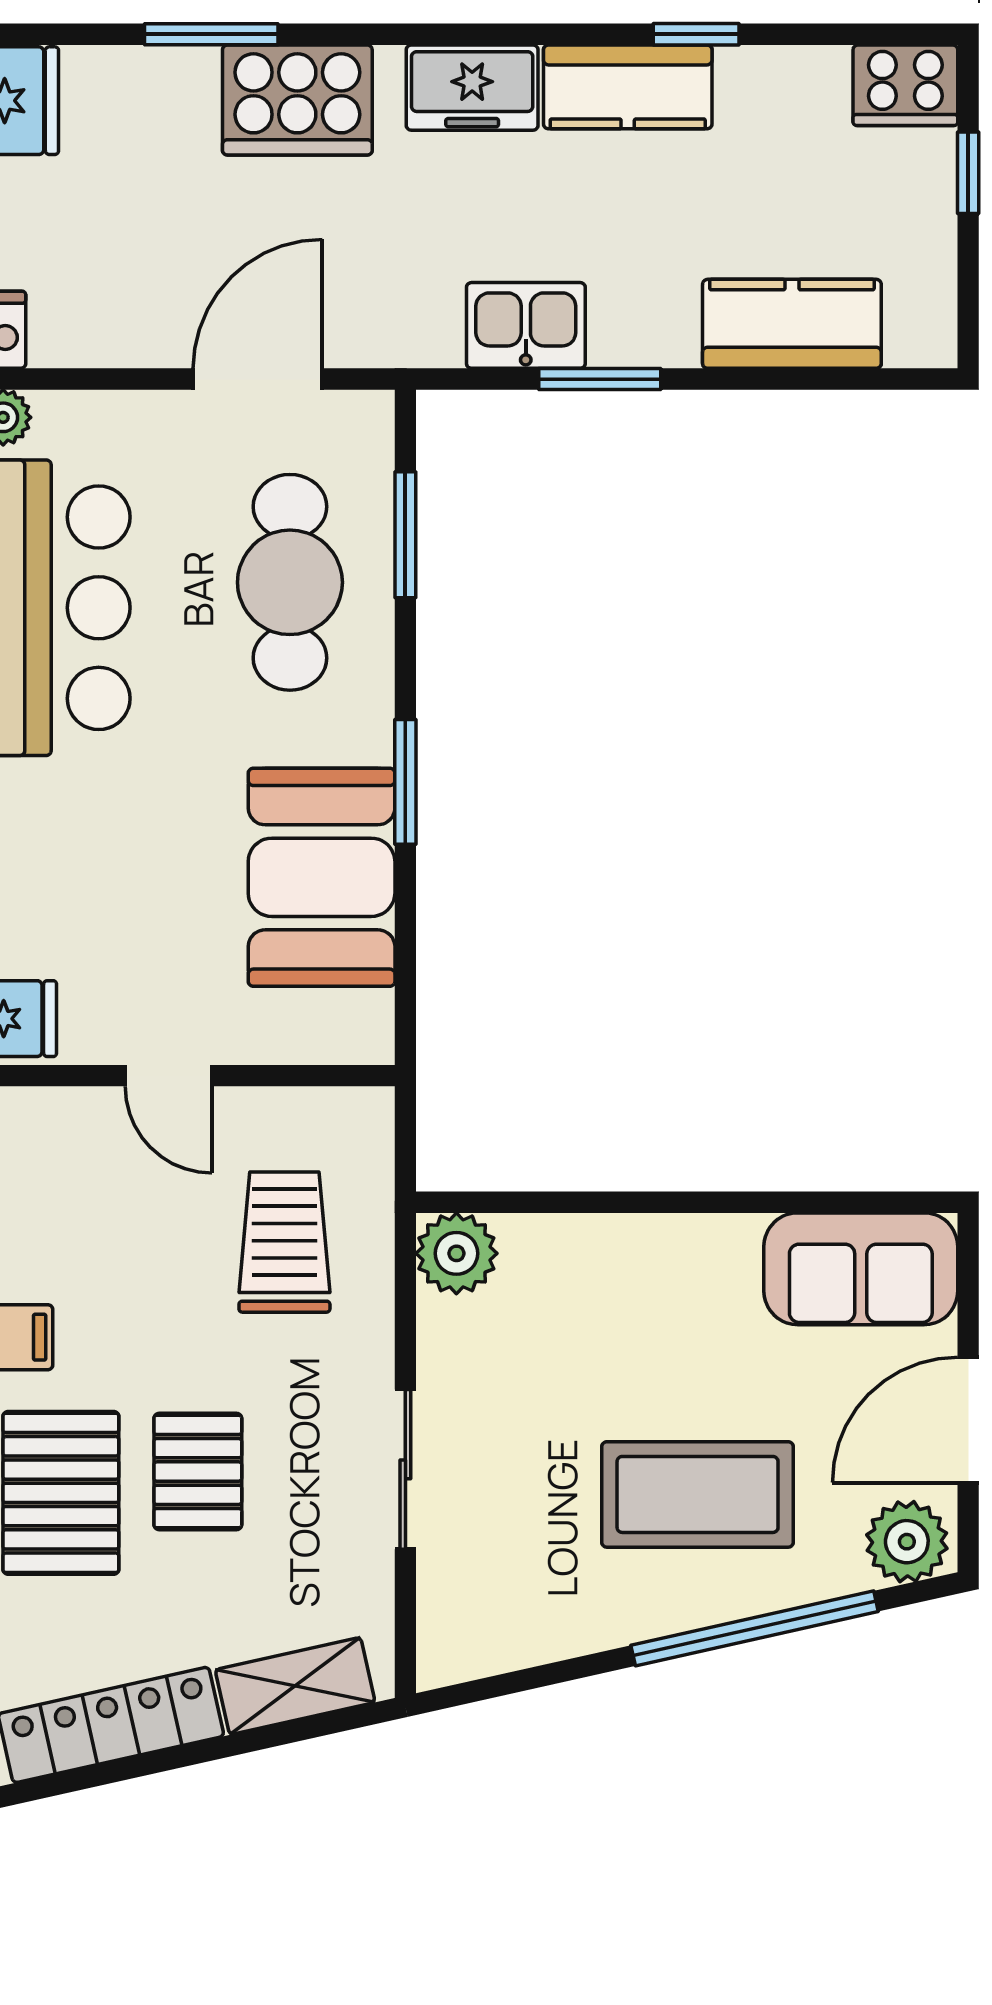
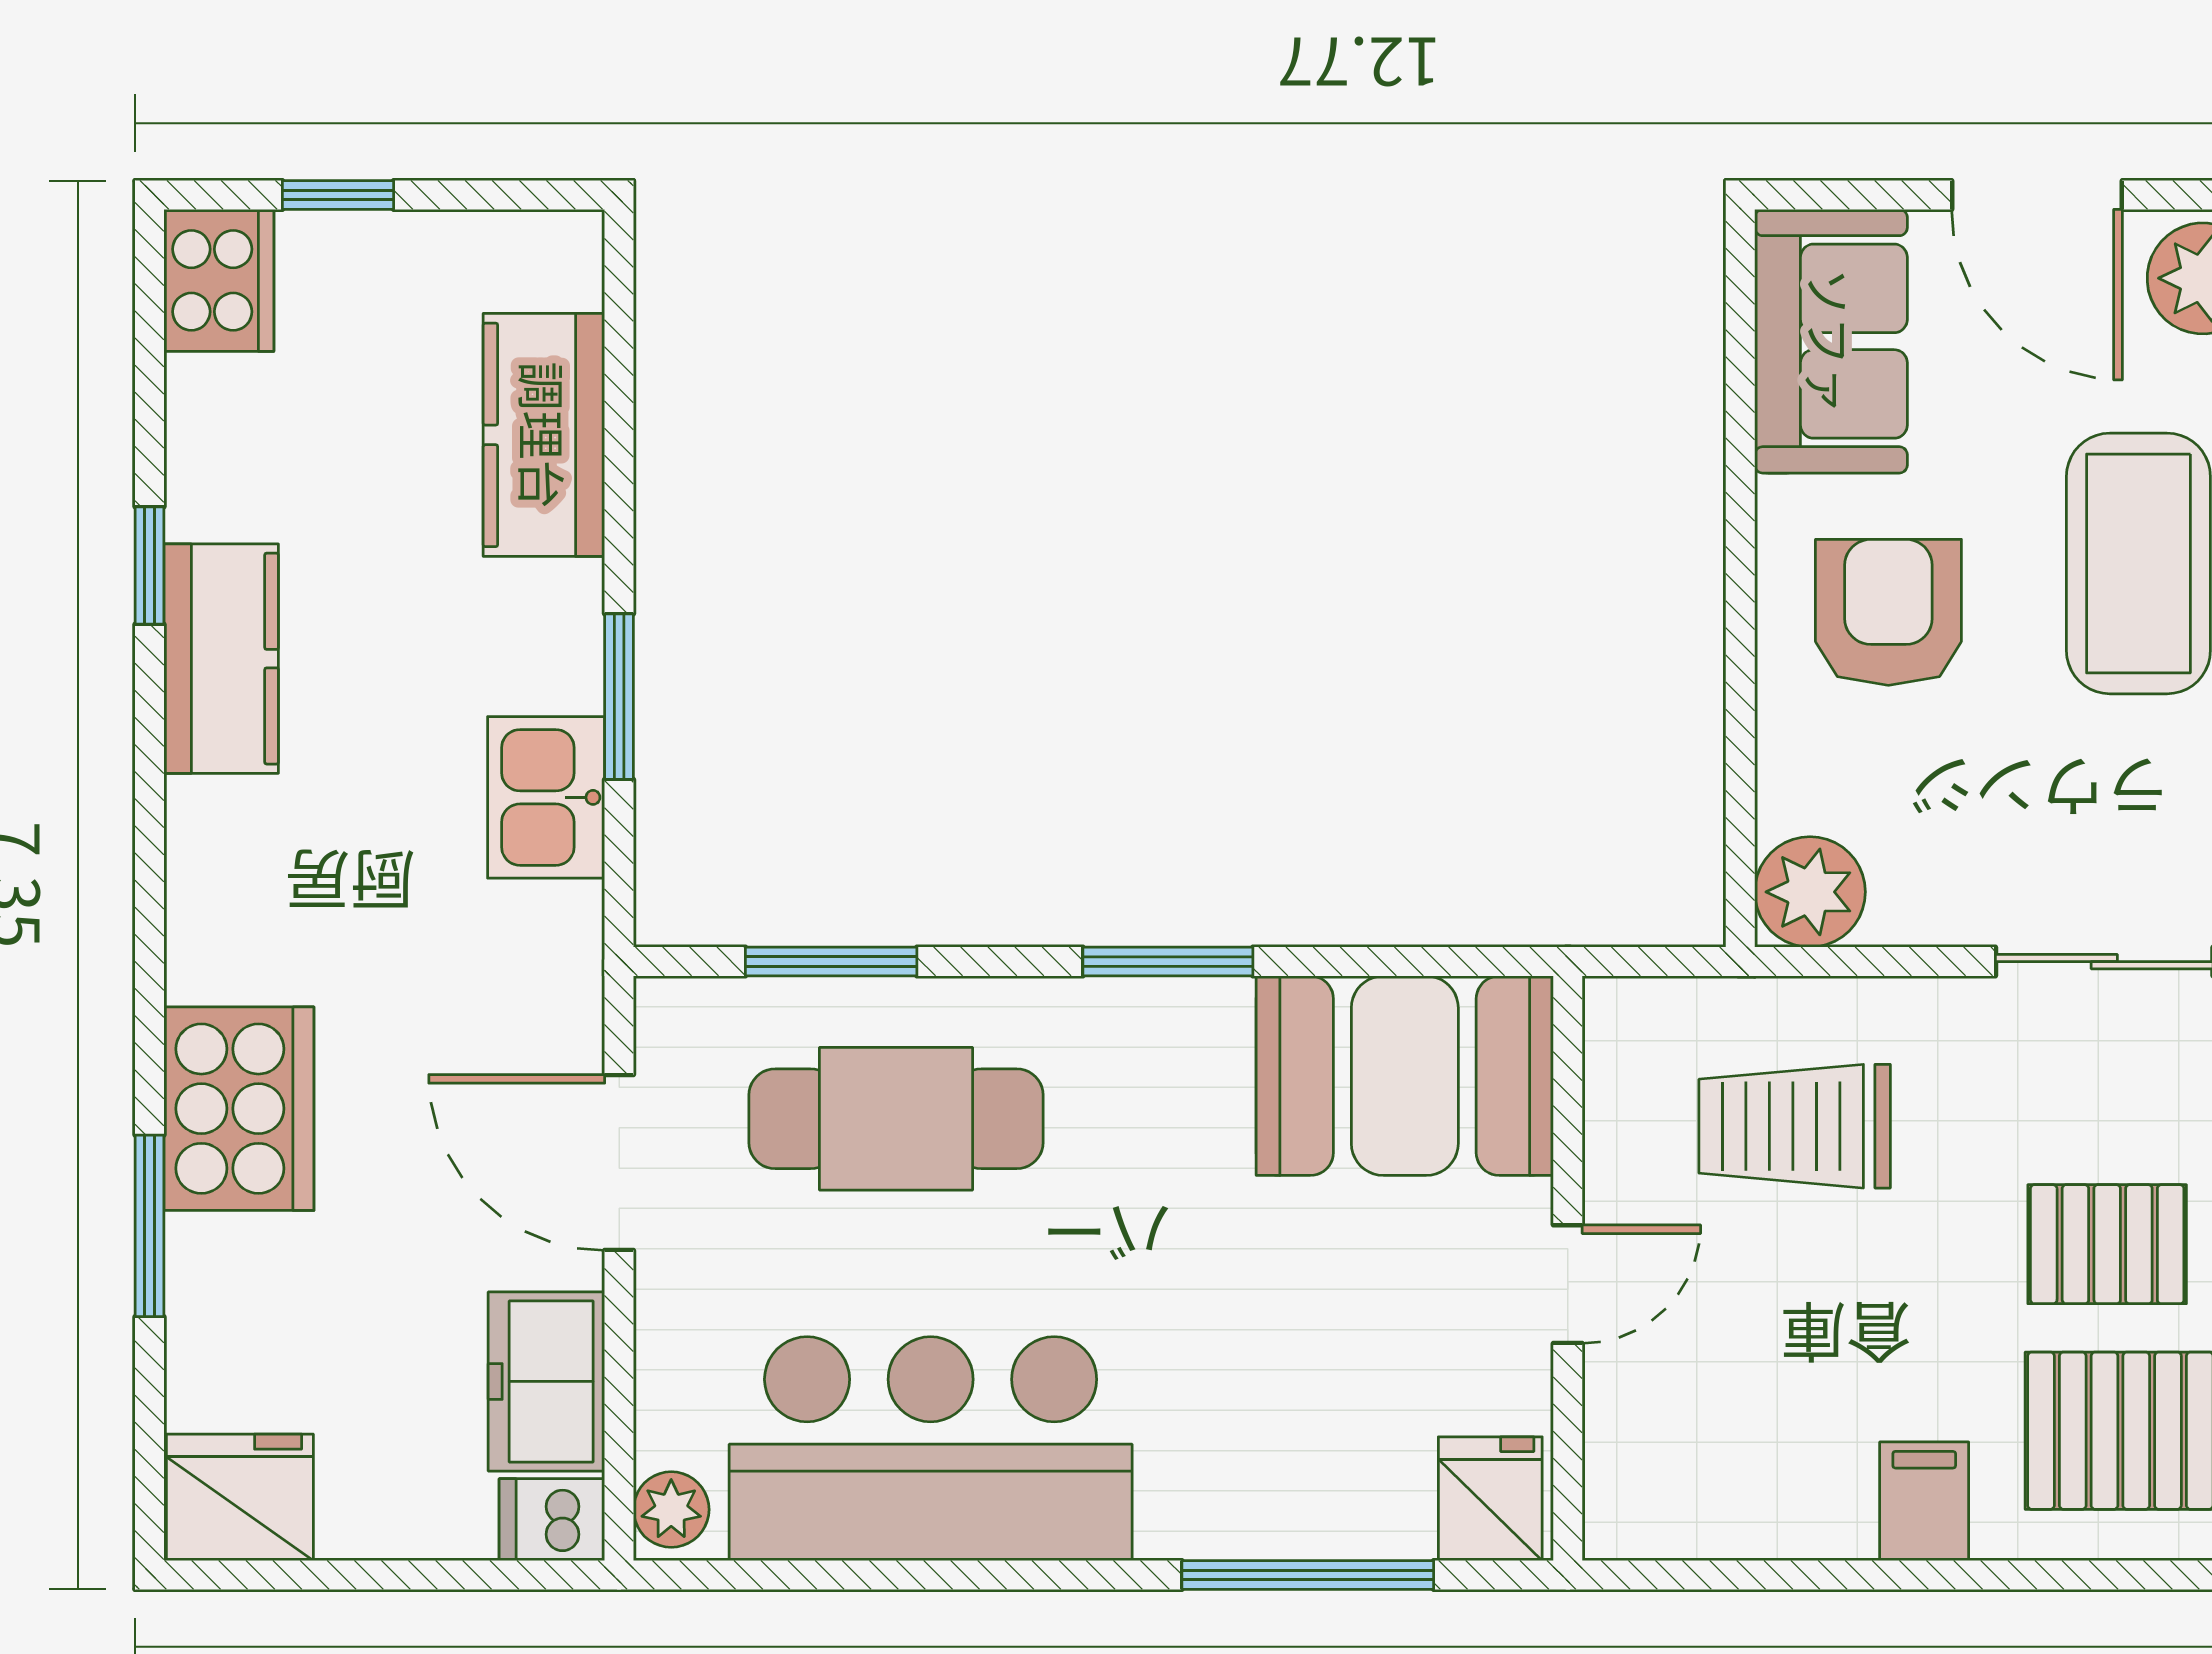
freezer: (472, 88) -> (546, 1381), moved, turned 180
booth: (322, 877) -> (1405, 1076), moved
armchair: (662, 1311) -> (1888, 612), added

